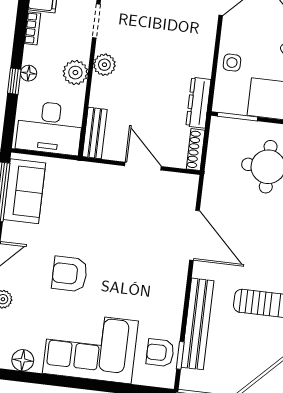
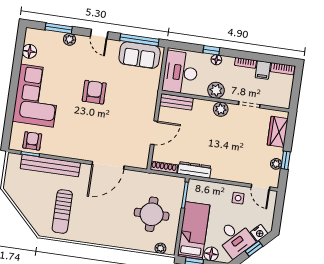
side table: (232, 63) -> (238, 198), moved
armchair: (70, 274) -> (94, 92), moved

